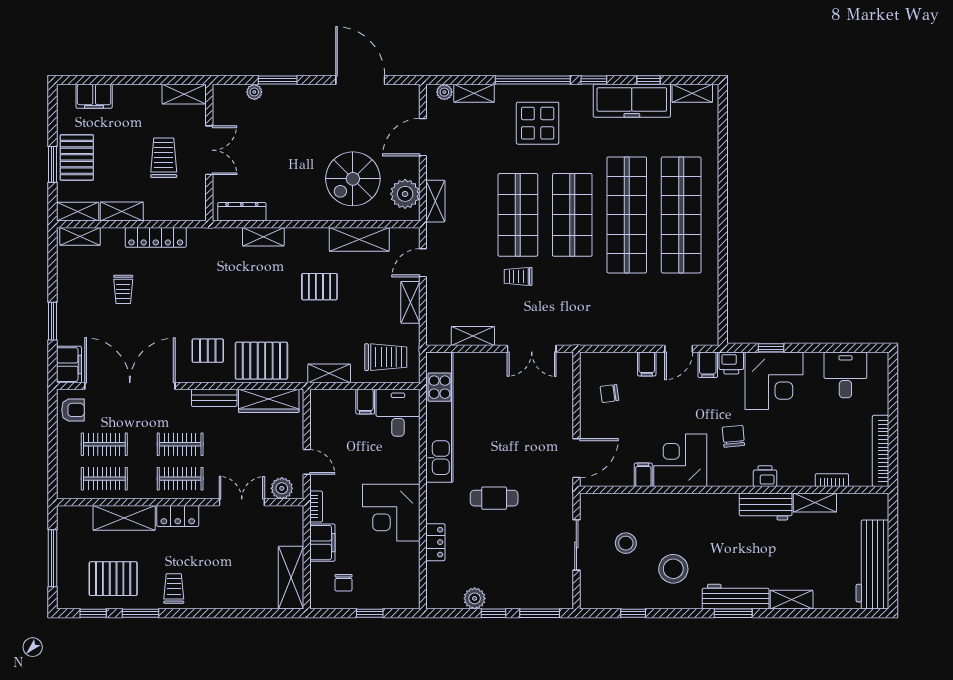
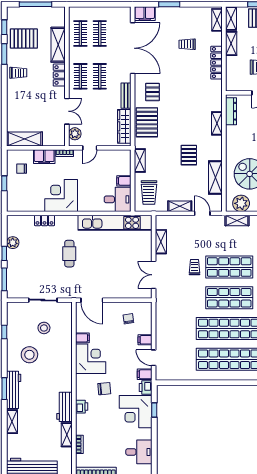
armchair: (73, 410) -> (119, 16), removed
pallet: (113, 579) -> (24, 39), turned 90

